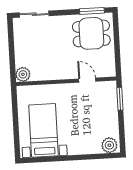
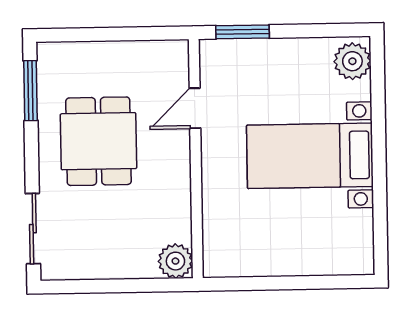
dining table: (91, 33) -> (98, 141), moved
bed with nightstands: (44, 130) -> (310, 156), moved

